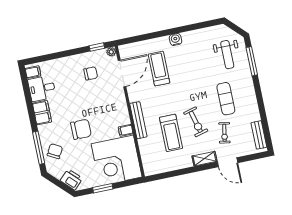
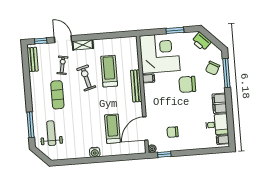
treadmill: (159, 69) -> (112, 129), turned 180
window: (252, 157) -> (41, 41), added

